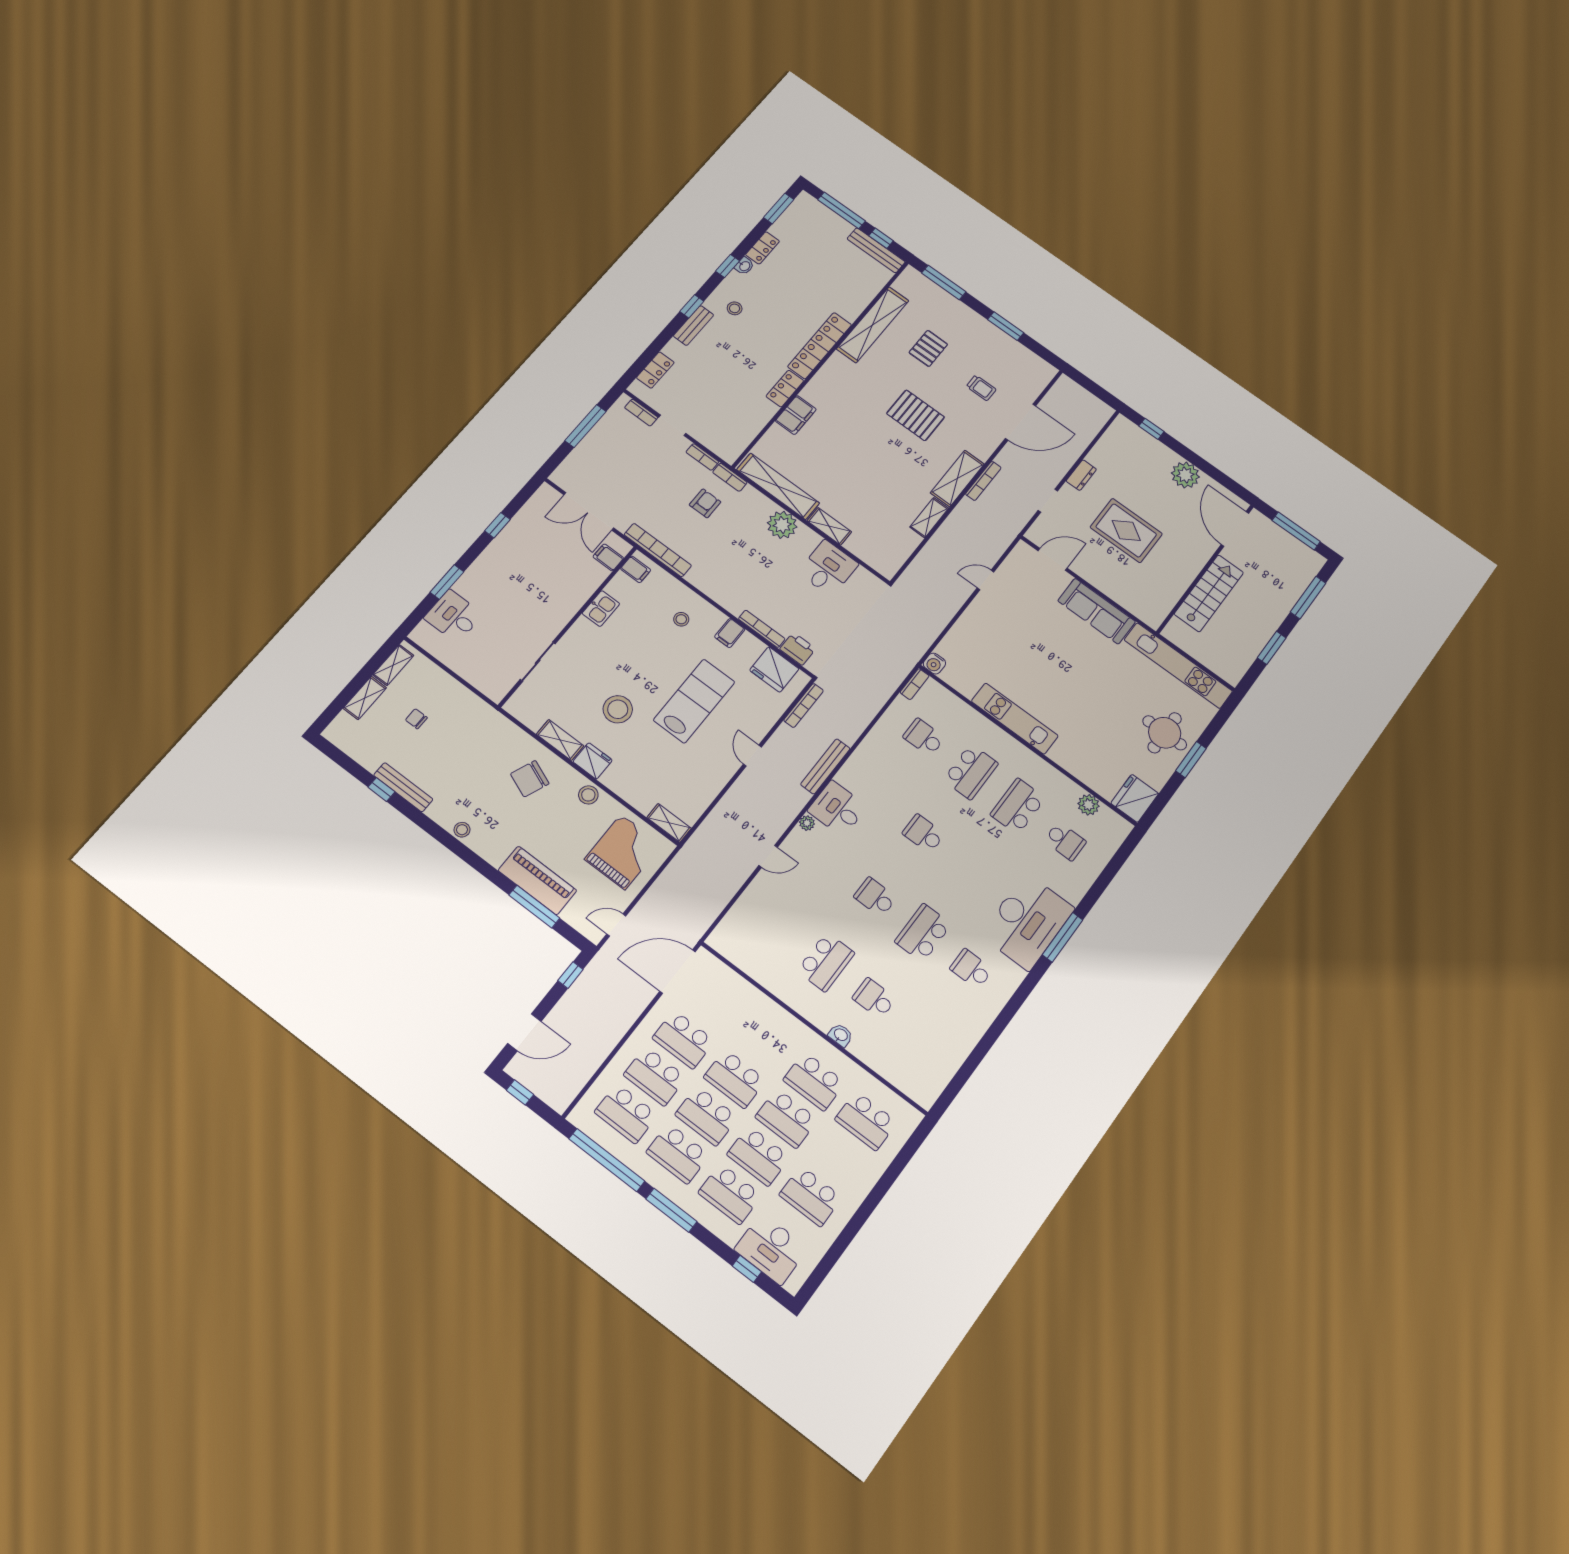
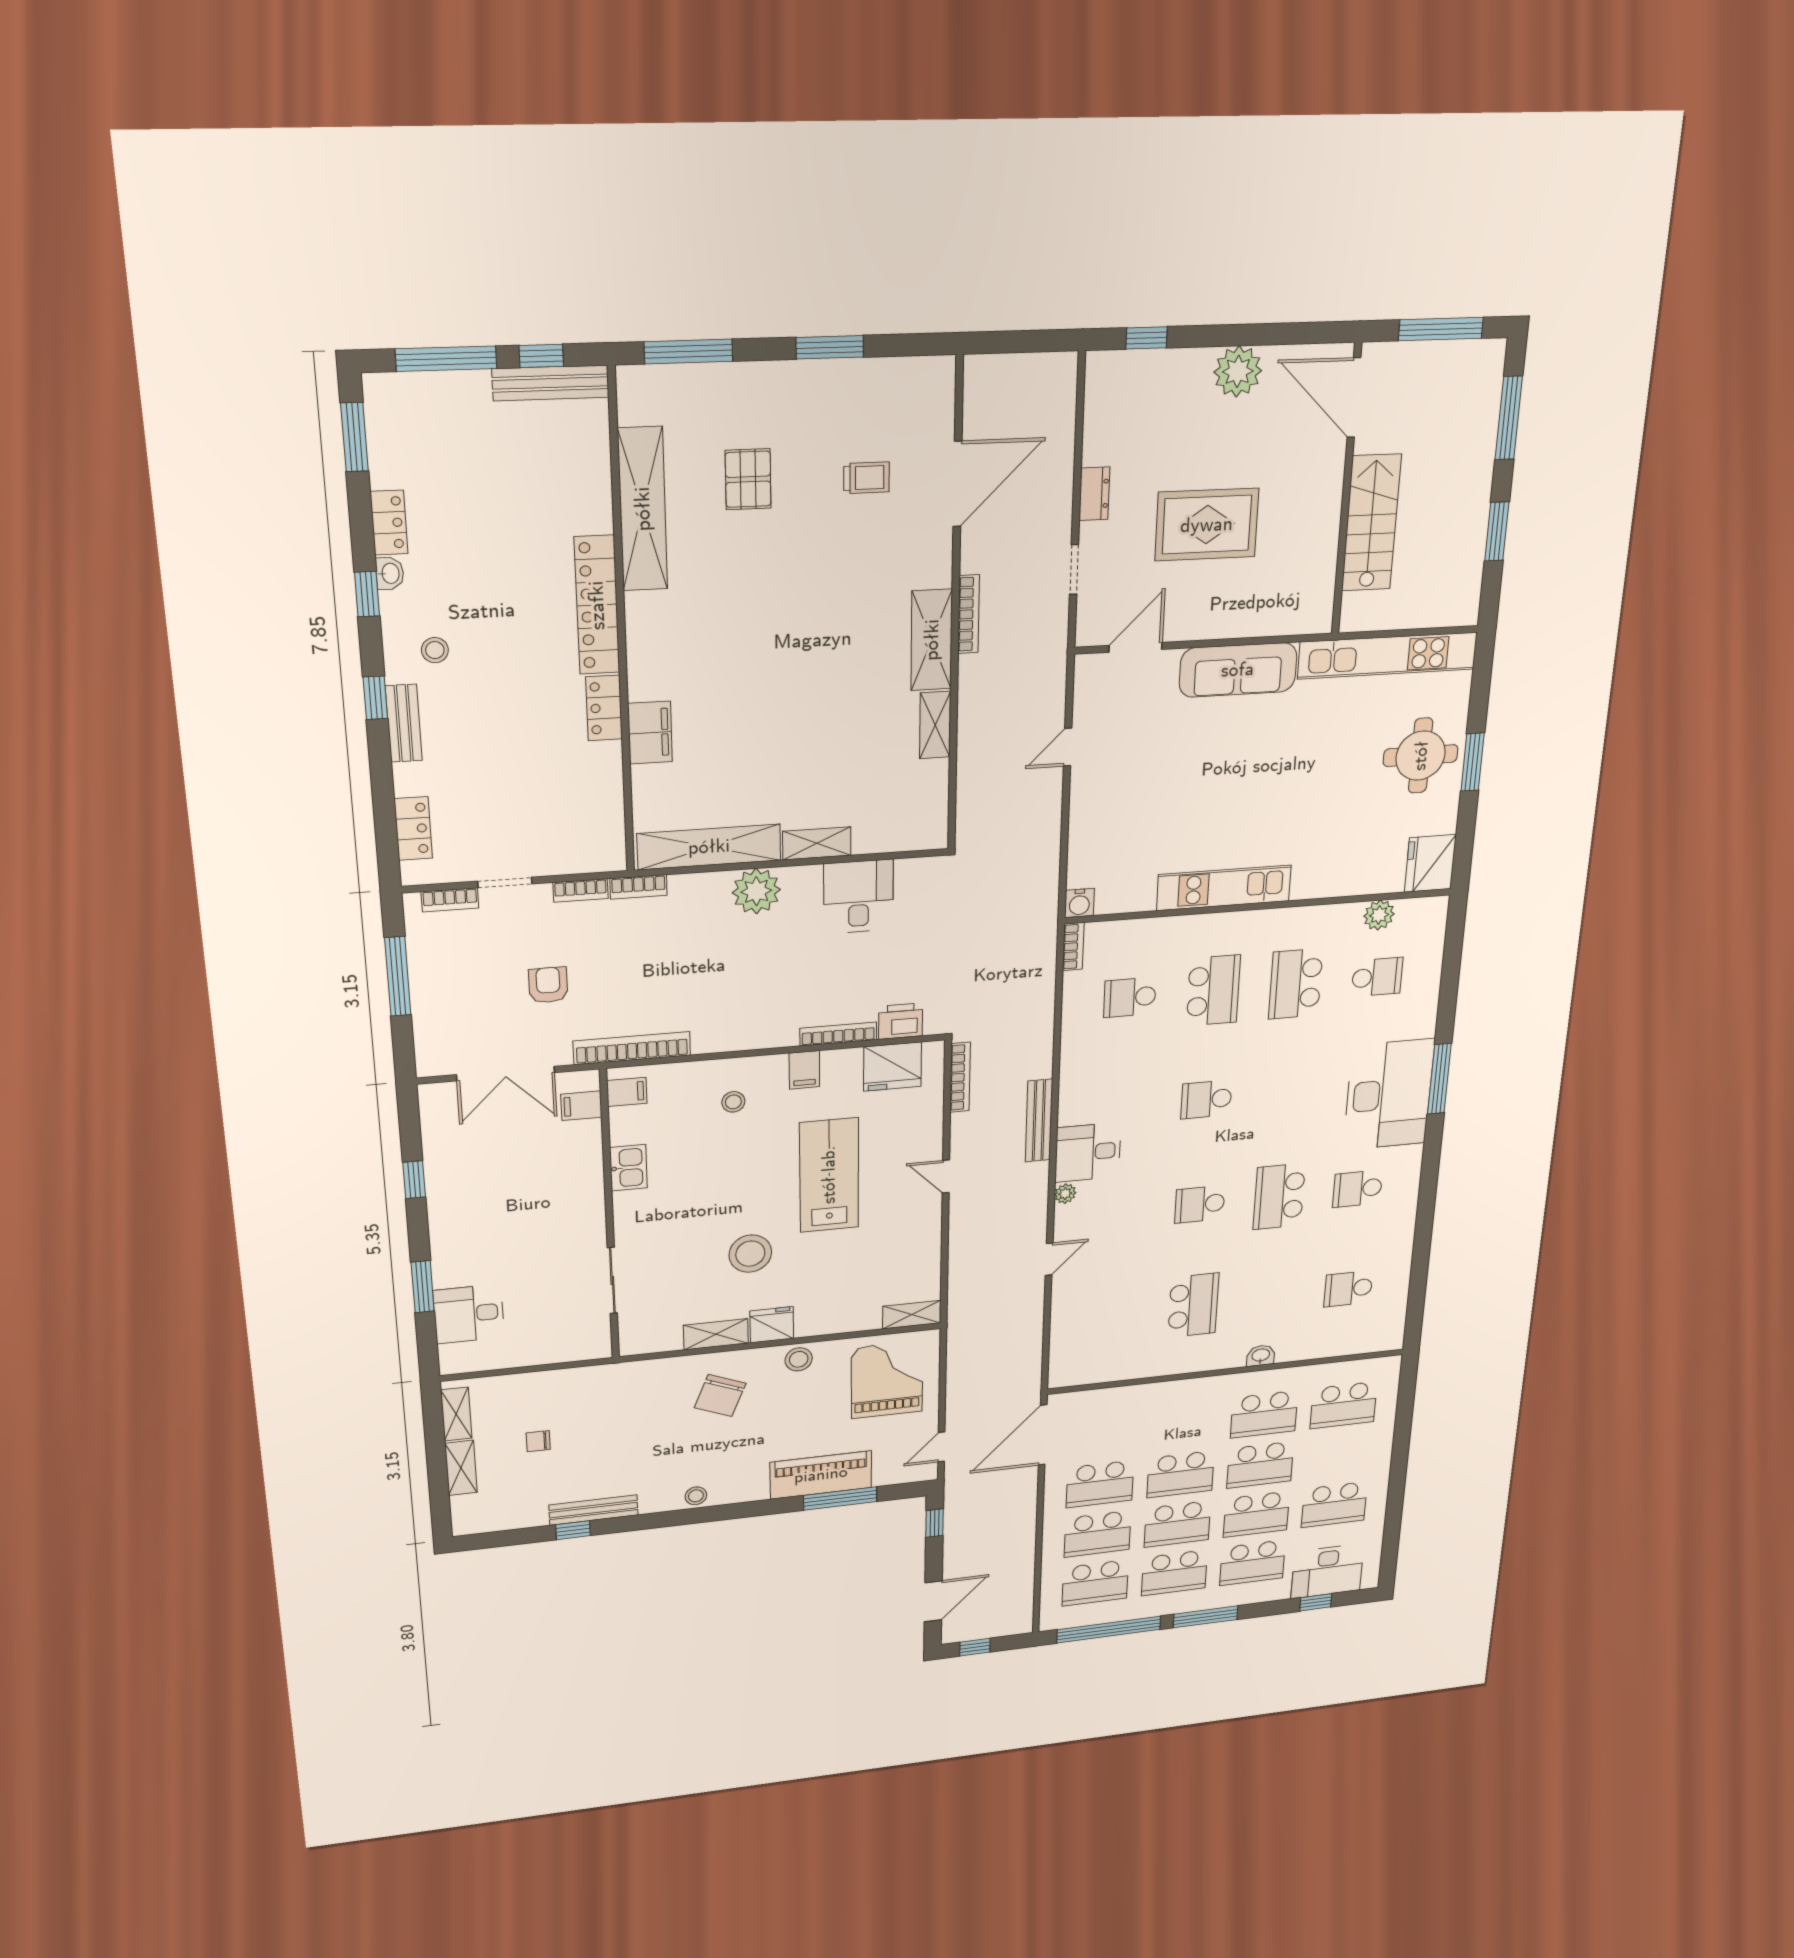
pallet: (916, 415) -> (808, 597), removed
armchair: (705, 503) -> (548, 985), moved
school desk: (874, 998) -> (1348, 1289), moved

